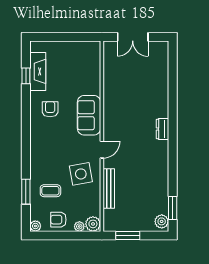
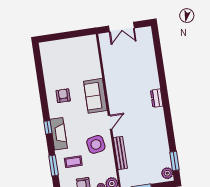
fireplace: (38, 71) -> (59, 134), moved
window: (26, 76) -> (48, 127), moved

